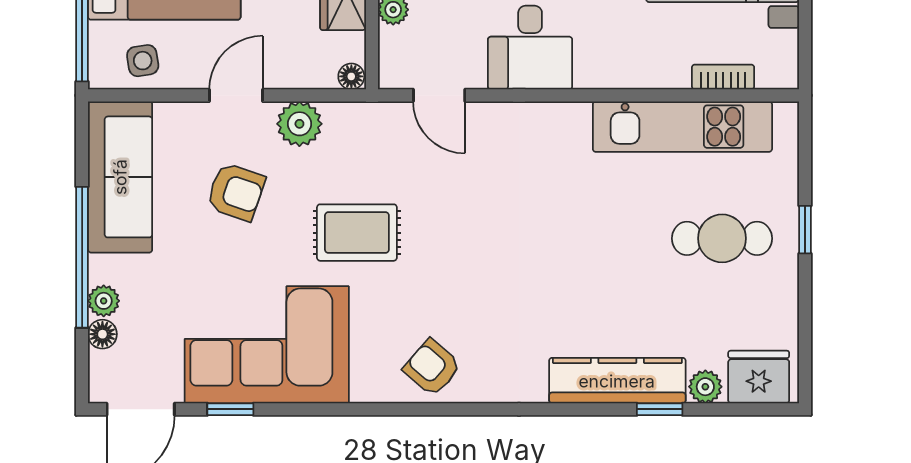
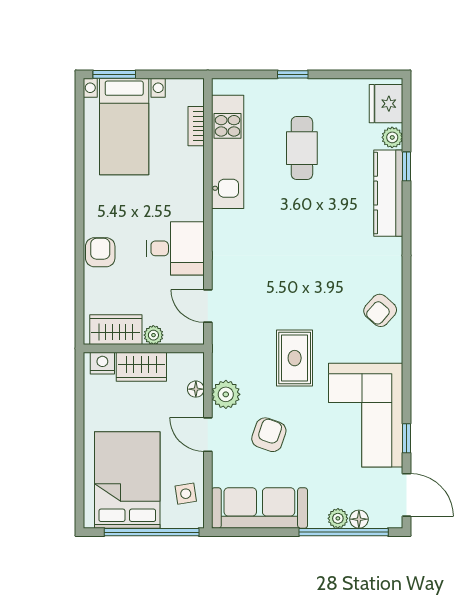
floor lamp: (351, 76) -> (196, 389), moved
door: (439, 95) -> (208, 306), swing flipped
cafe table: (722, 238) -> (302, 148), moved
window: (82, 257) -> (344, 532), moved

